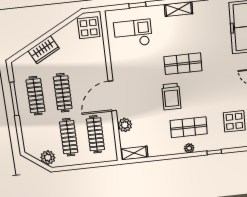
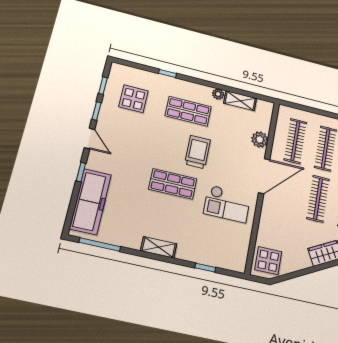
checkout: (133, 33) -> (227, 204), moved
plant: (189, 148) -> (218, 94), moved
shelving: (134, 153) -> (240, 101), moved

